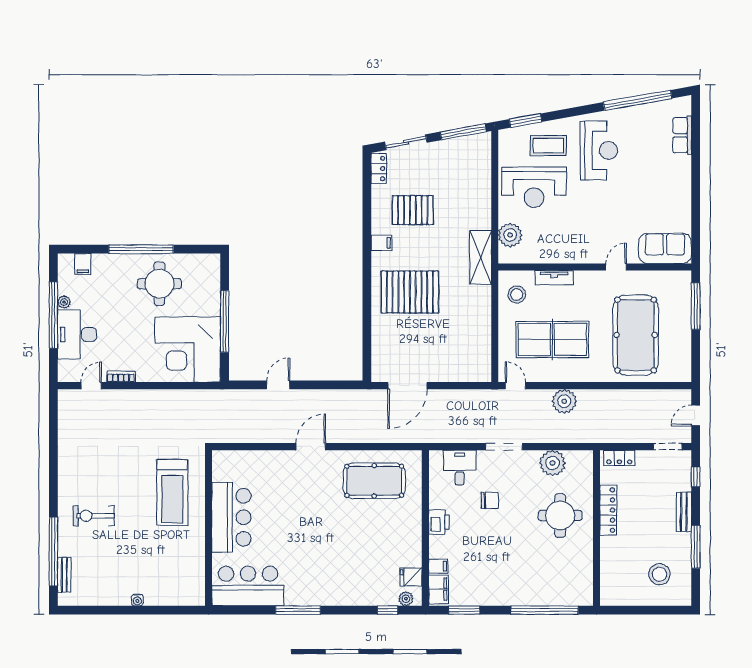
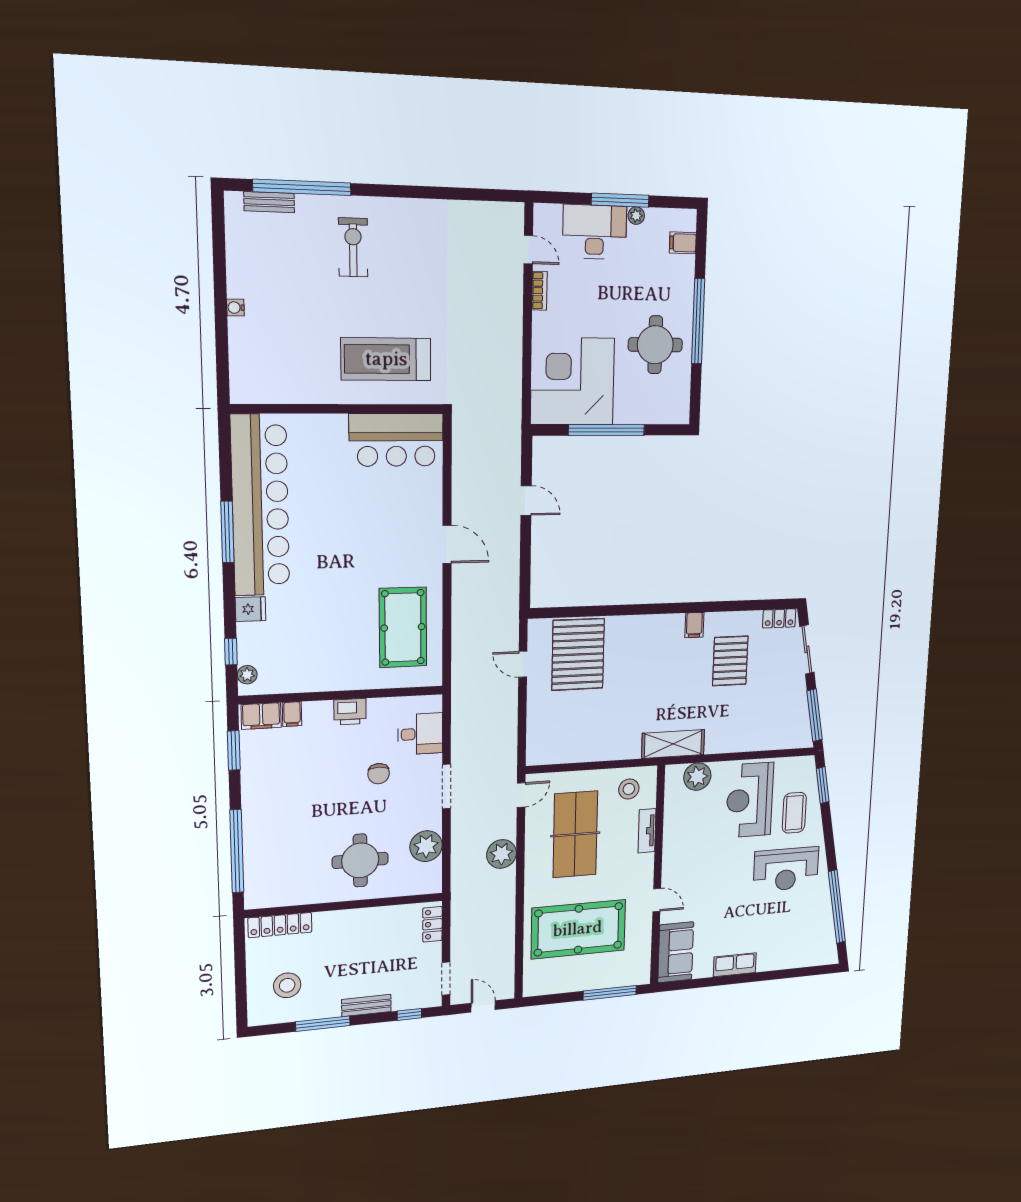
row of seats: (682, 135) -> (735, 965), moved
pallet: (410, 292) -> (578, 654), moved
window: (53, 315) -> (620, 200), width x0.68
door: (408, 386) -> (523, 664), width x0.53
locker: (608, 510) -> (280, 925), moved
bar counter: (231, 517) -> (396, 440), moved
fridge: (411, 577) -> (250, 609), moved, turned 90
bar counter: (248, 586) -> (260, 505), width x1.86

